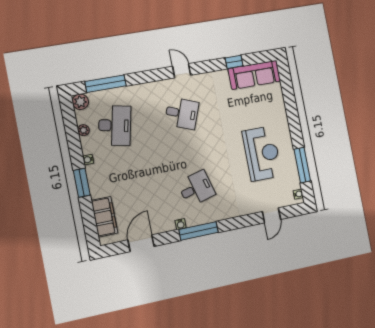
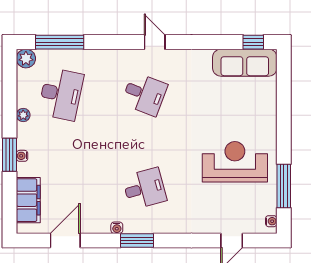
window: (234, 62) -> (253, 42), moved
plant: (83, 130) -> (23, 115), moved
reception desk: (262, 153) -> (235, 162), turned -90
water cooler: (88, 160) -> (22, 156), moved
window: (198, 231) -> (137, 240), width x0.69

